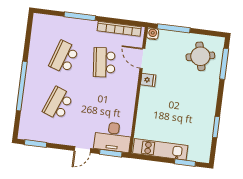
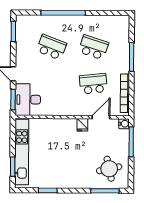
kitchen unit: (160, 149) -> (22, 152), width x1.36

